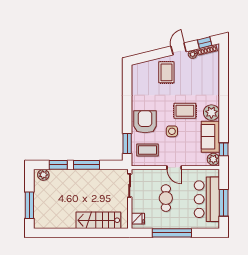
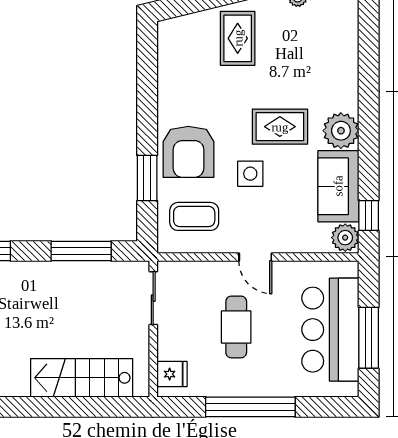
armchair: (145, 122) -> (188, 152), turned 180
window: (127, 144) -> (147, 178), moved
window: (86, 165) -> (81, 251), moved

